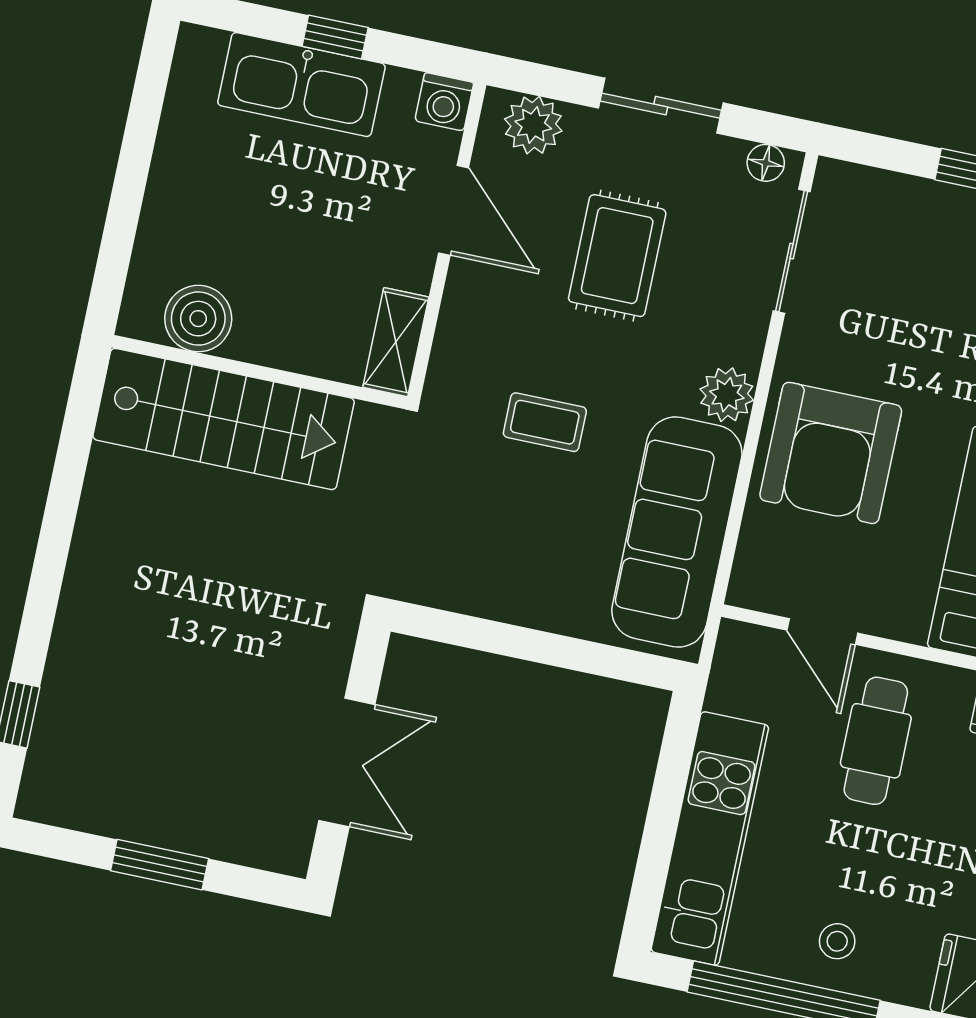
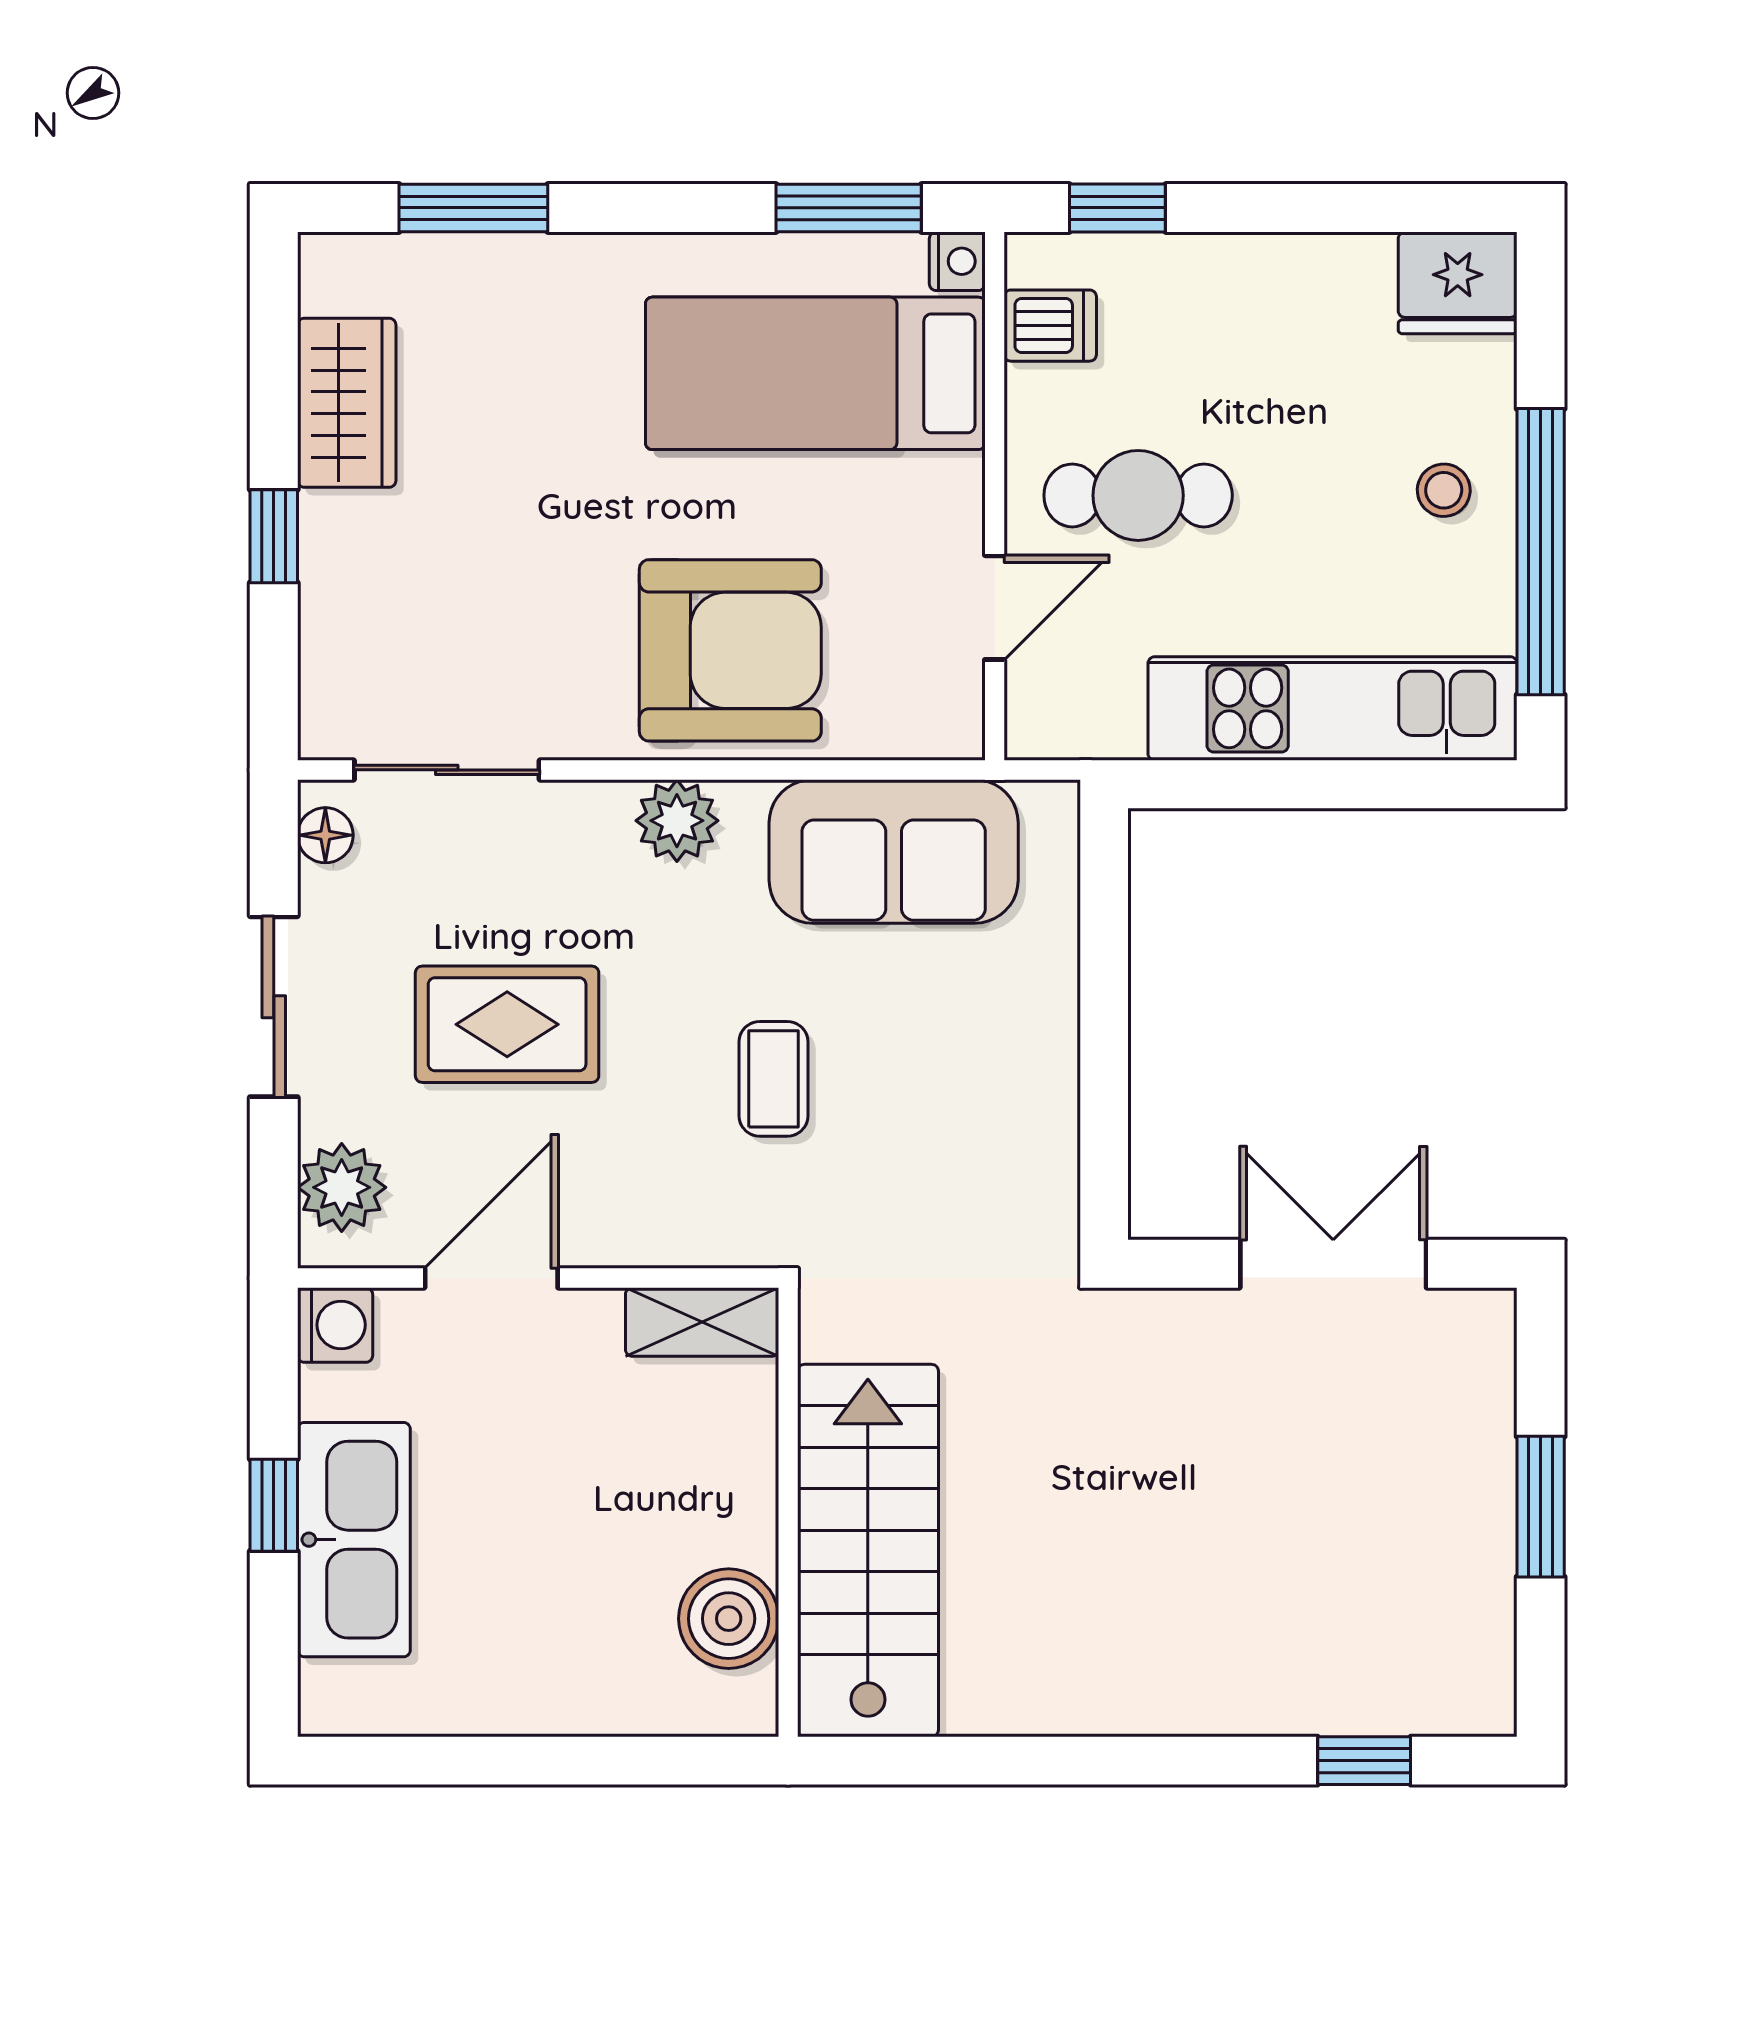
sofa: (677, 532) -> (894, 851), width x0.73

